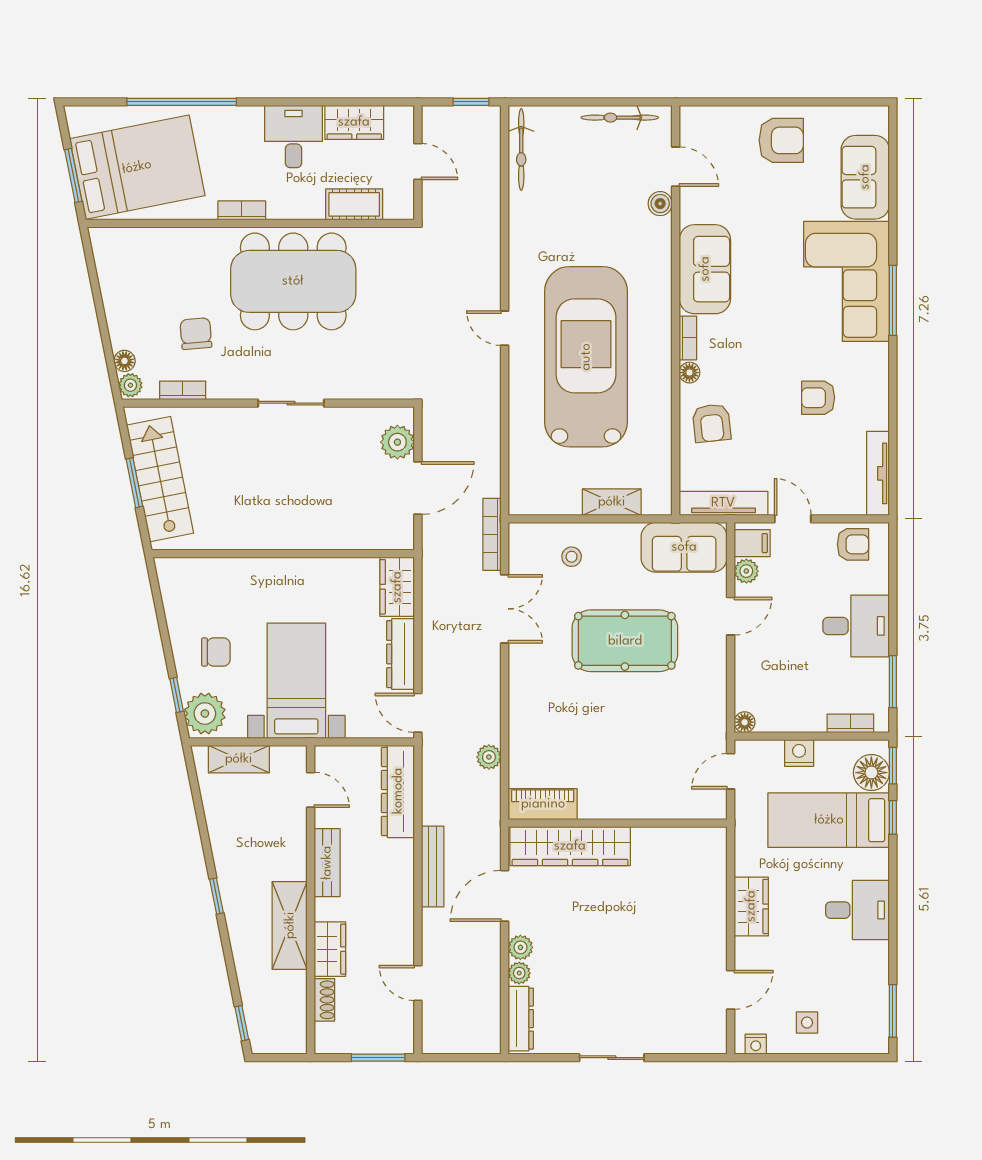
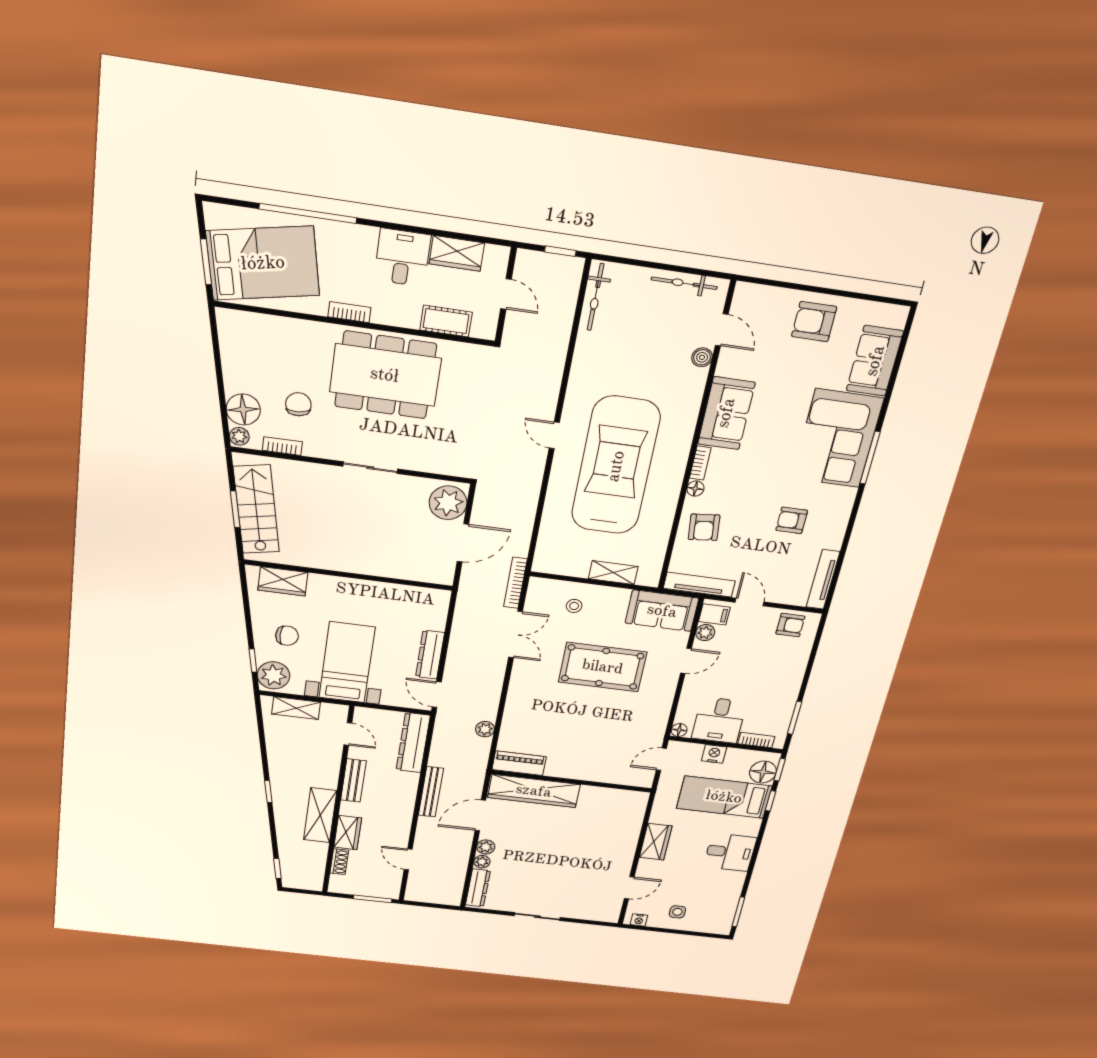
armchair: (781, 140) -> (814, 322), turned 180
floor lamp: (125, 361) -> (243, 409), width x1.89, depth x1.89
plant: (397, 442) -> (448, 503), width x1.36, depth x1.36
wardrobe: (397, 587) -> (283, 581), moved, turned -90
desk: (856, 626) -> (719, 720), moved, turned 90

